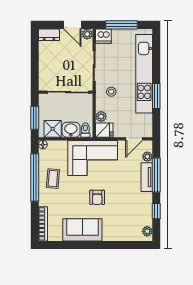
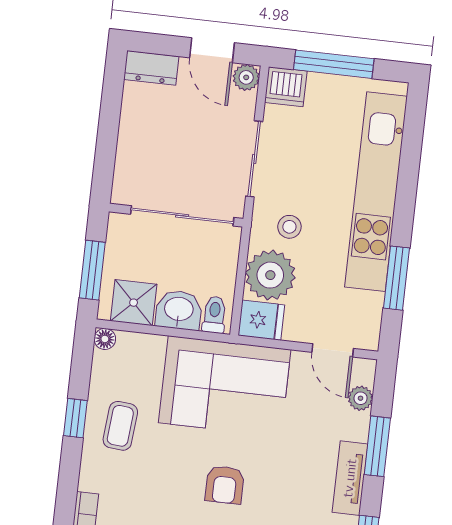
window: (156, 96) -> (396, 278), moved
plant: (101, 116) -> (270, 275), width x1.87, depth x1.87
door: (134, 139) -> (333, 350), hinge flipped
window: (156, 175) -> (377, 446), width x0.69
tv unit: (147, 177) -> (350, 478), moved
window: (35, 178) -> (75, 418), width x0.32

